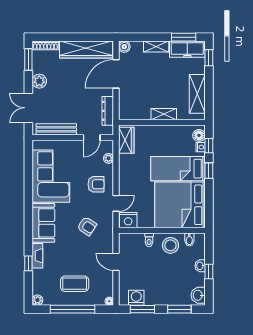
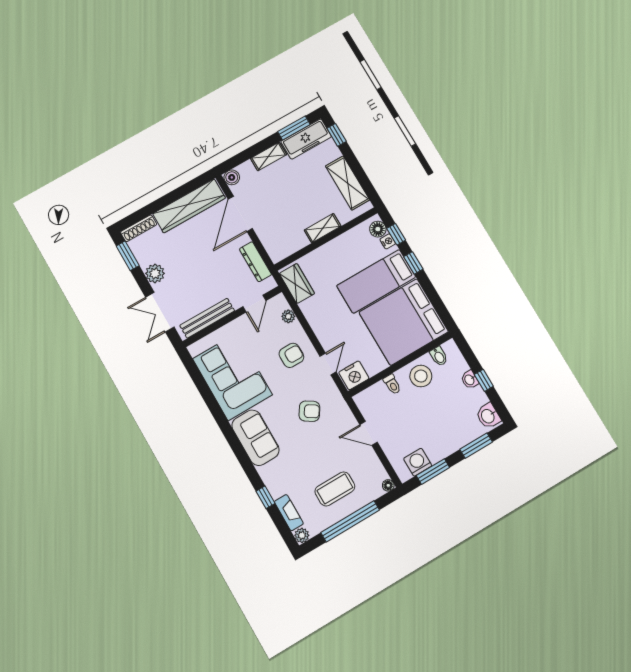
fireplace: (37, 256) -> (289, 513), moved

